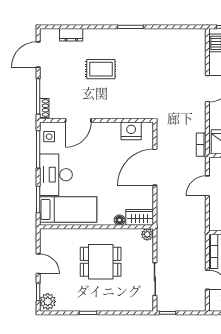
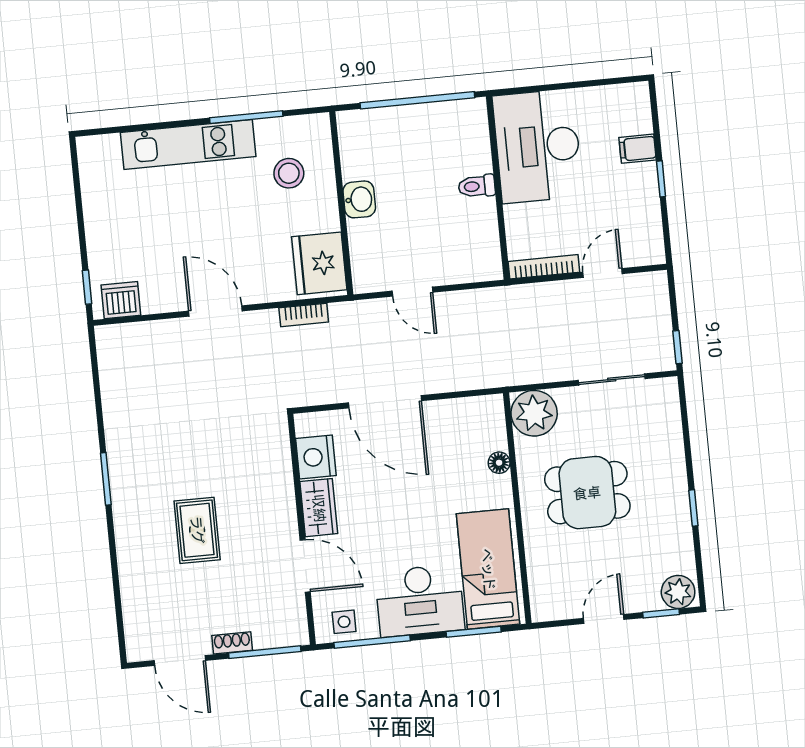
dresser: (71, 35) -> (134, 597), removed
shoe rack: (44, 108) -> (232, 643), moved
bookcase: (201, 145) -> (304, 315), moved
wardrobe: (140, 217) -> (319, 508), moved, turned 180
plant: (147, 234) -> (534, 413), width x1.88, depth x1.88
dining table: (101, 262) -> (587, 493), turned 90

